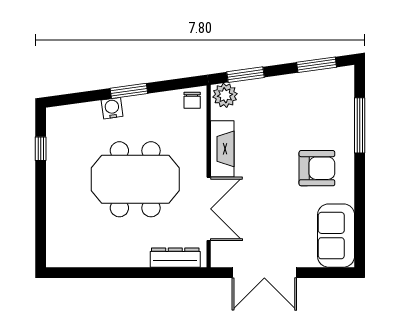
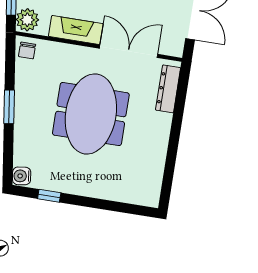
chair: (192, 100) -> (27, 50), turned 90
water cooler: (112, 108) -> (22, 176), moved

